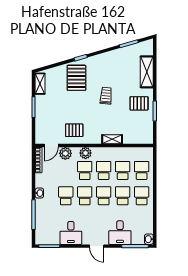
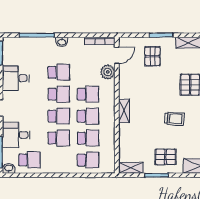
pallet: (139, 103) -> (166, 157), turned 90
pallet: (74, 130) -> (152, 56), moved
shelving: (148, 133) -> (131, 168), added
shelving: (112, 139) -> (124, 111), moved
door: (51, 145) -> (117, 55), swing flipped
plant: (85, 153) -> (108, 95), removed
school desk: (142, 196) -> (29, 160), moved

